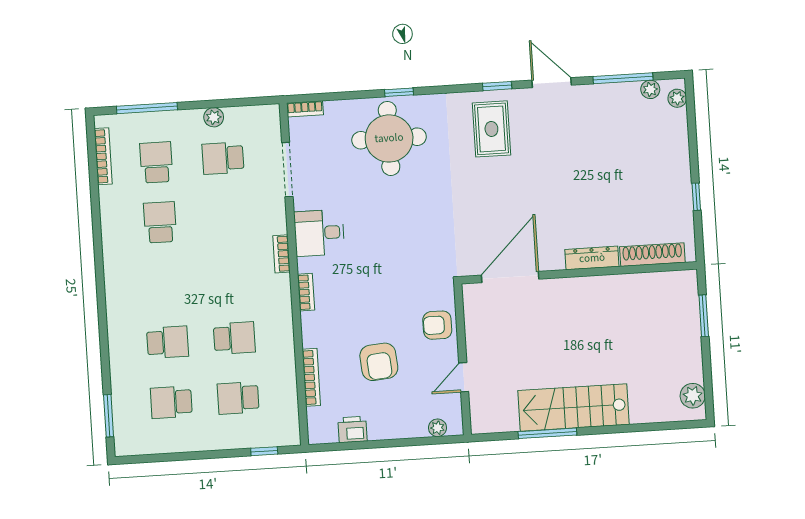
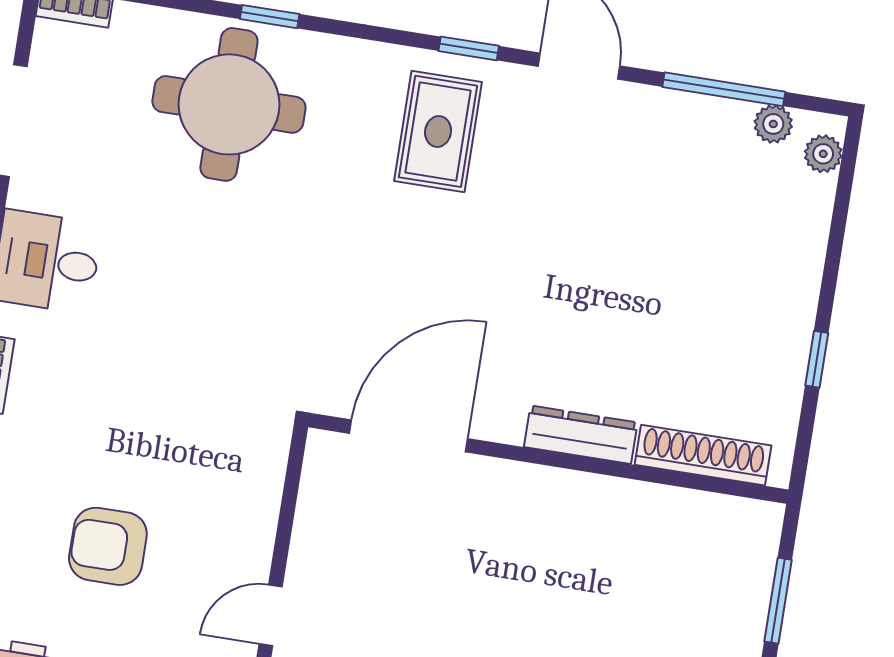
armchair: (437, 325) -> (241, 499), removed
armchair: (379, 362) -> (108, 546), turned 95

